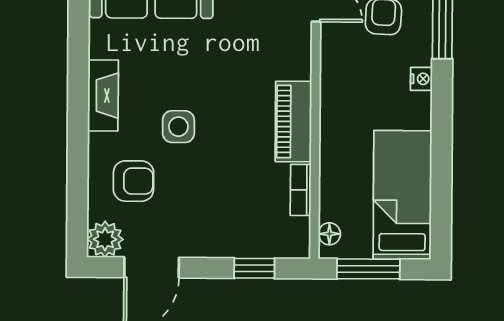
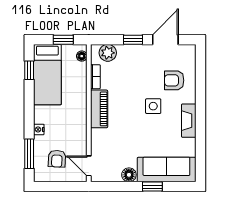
window: (441, 205) -> (29, 70), added
plant: (105, 239) -> (108, 53), moved
window: (254, 268) -> (133, 40), moved
window: (368, 269) -> (63, 40), width x0.67

